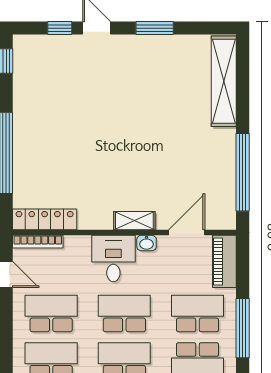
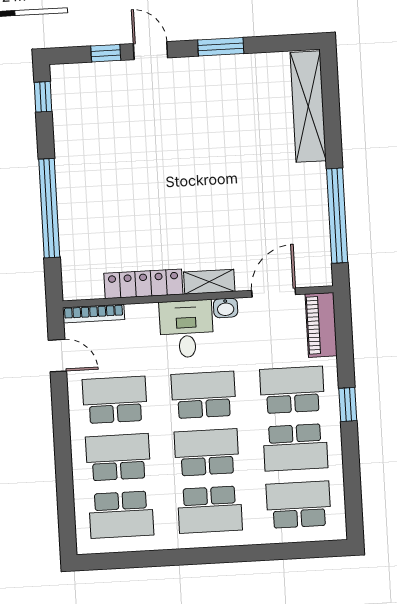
locker: (45, 219) -> (143, 284), moved
window: (243, 328) -> (348, 404), width x0.46

